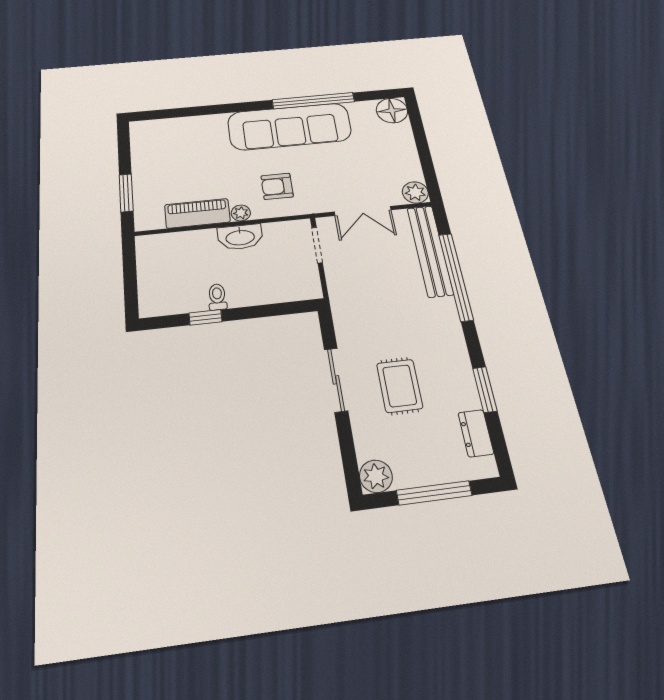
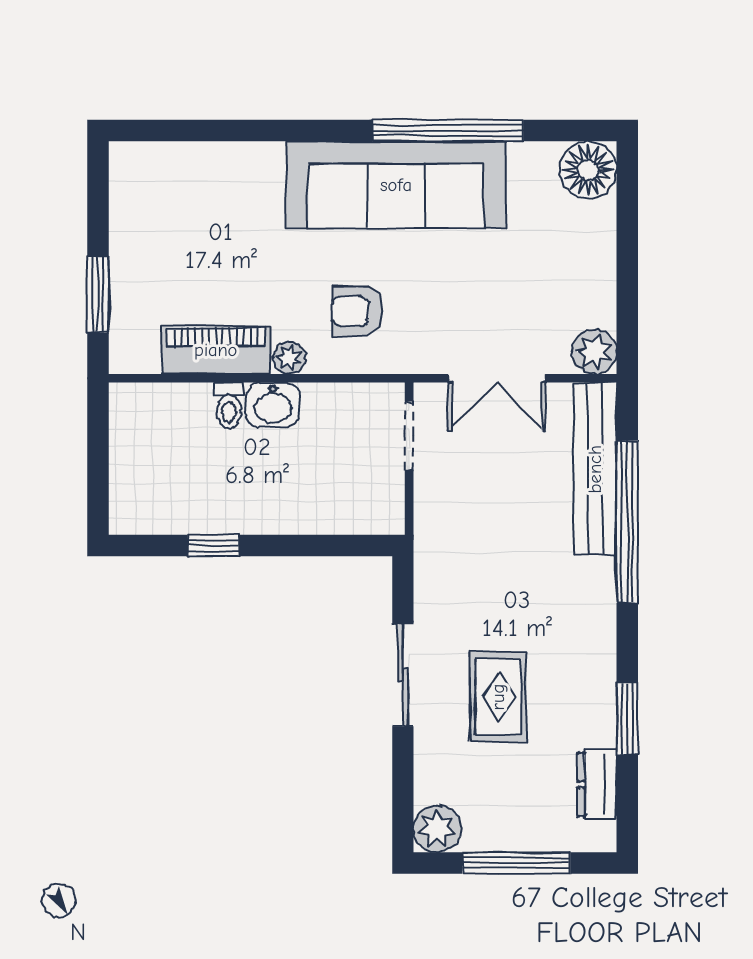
washbasin: (240, 237) -> (273, 405), width x0.72
toilet: (217, 297) -> (229, 406), moved, turned 180

